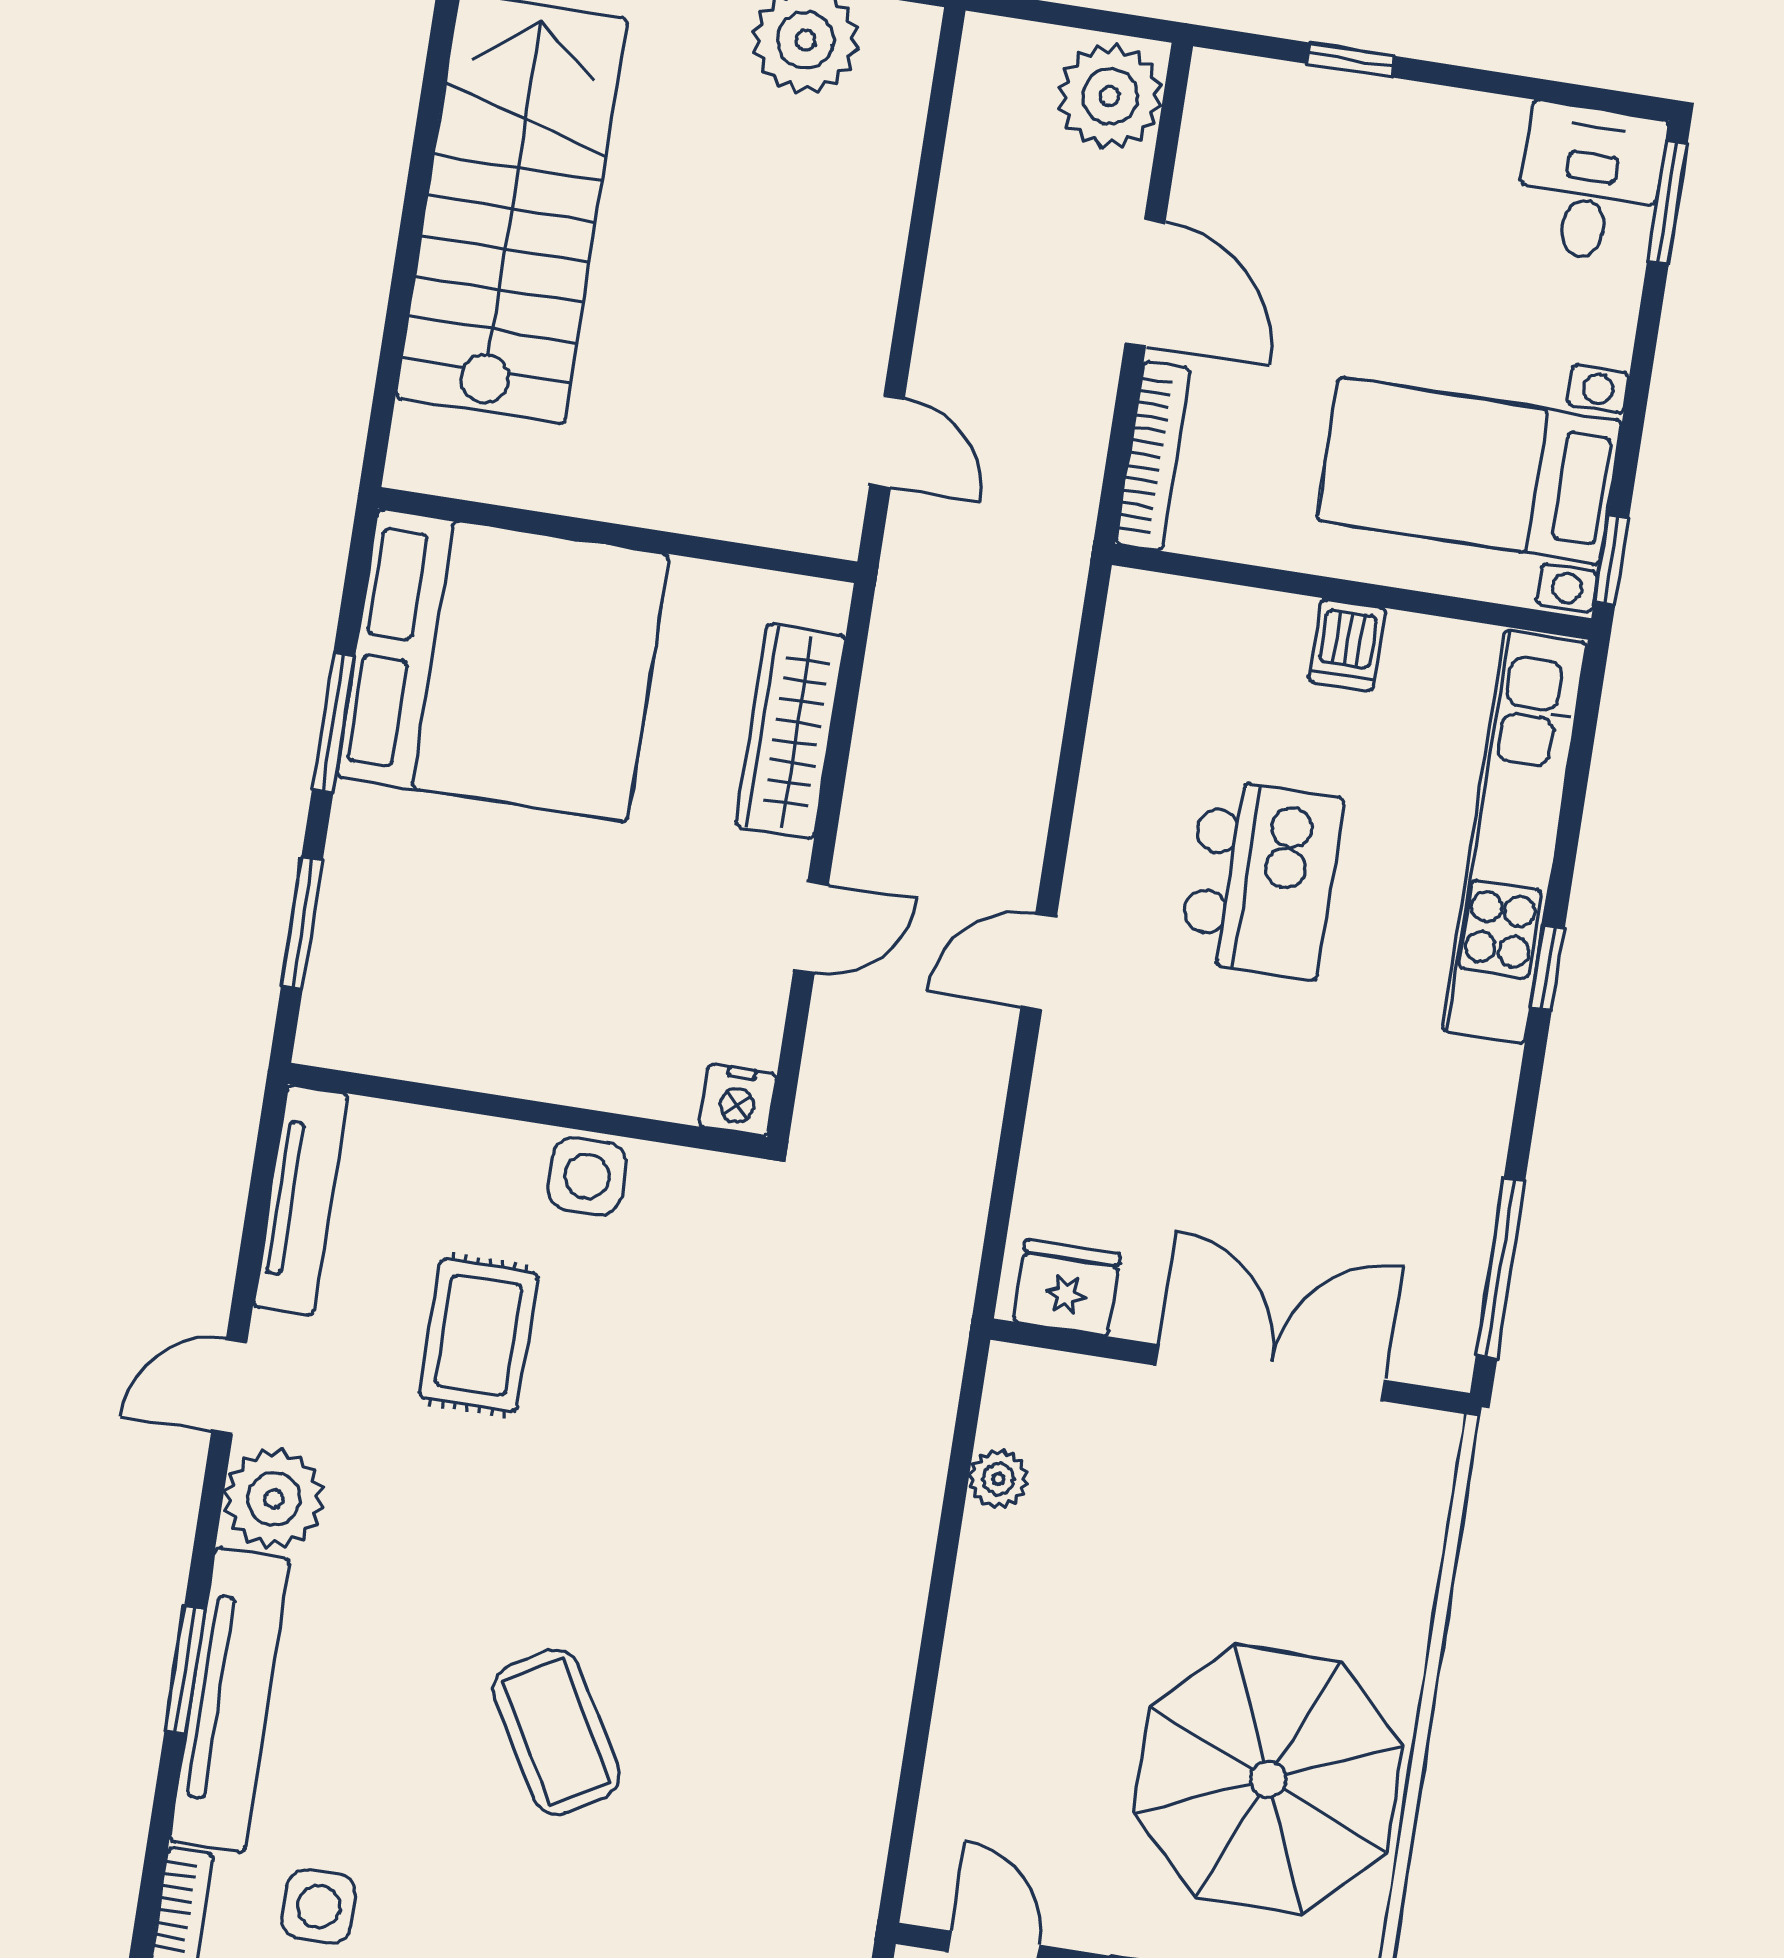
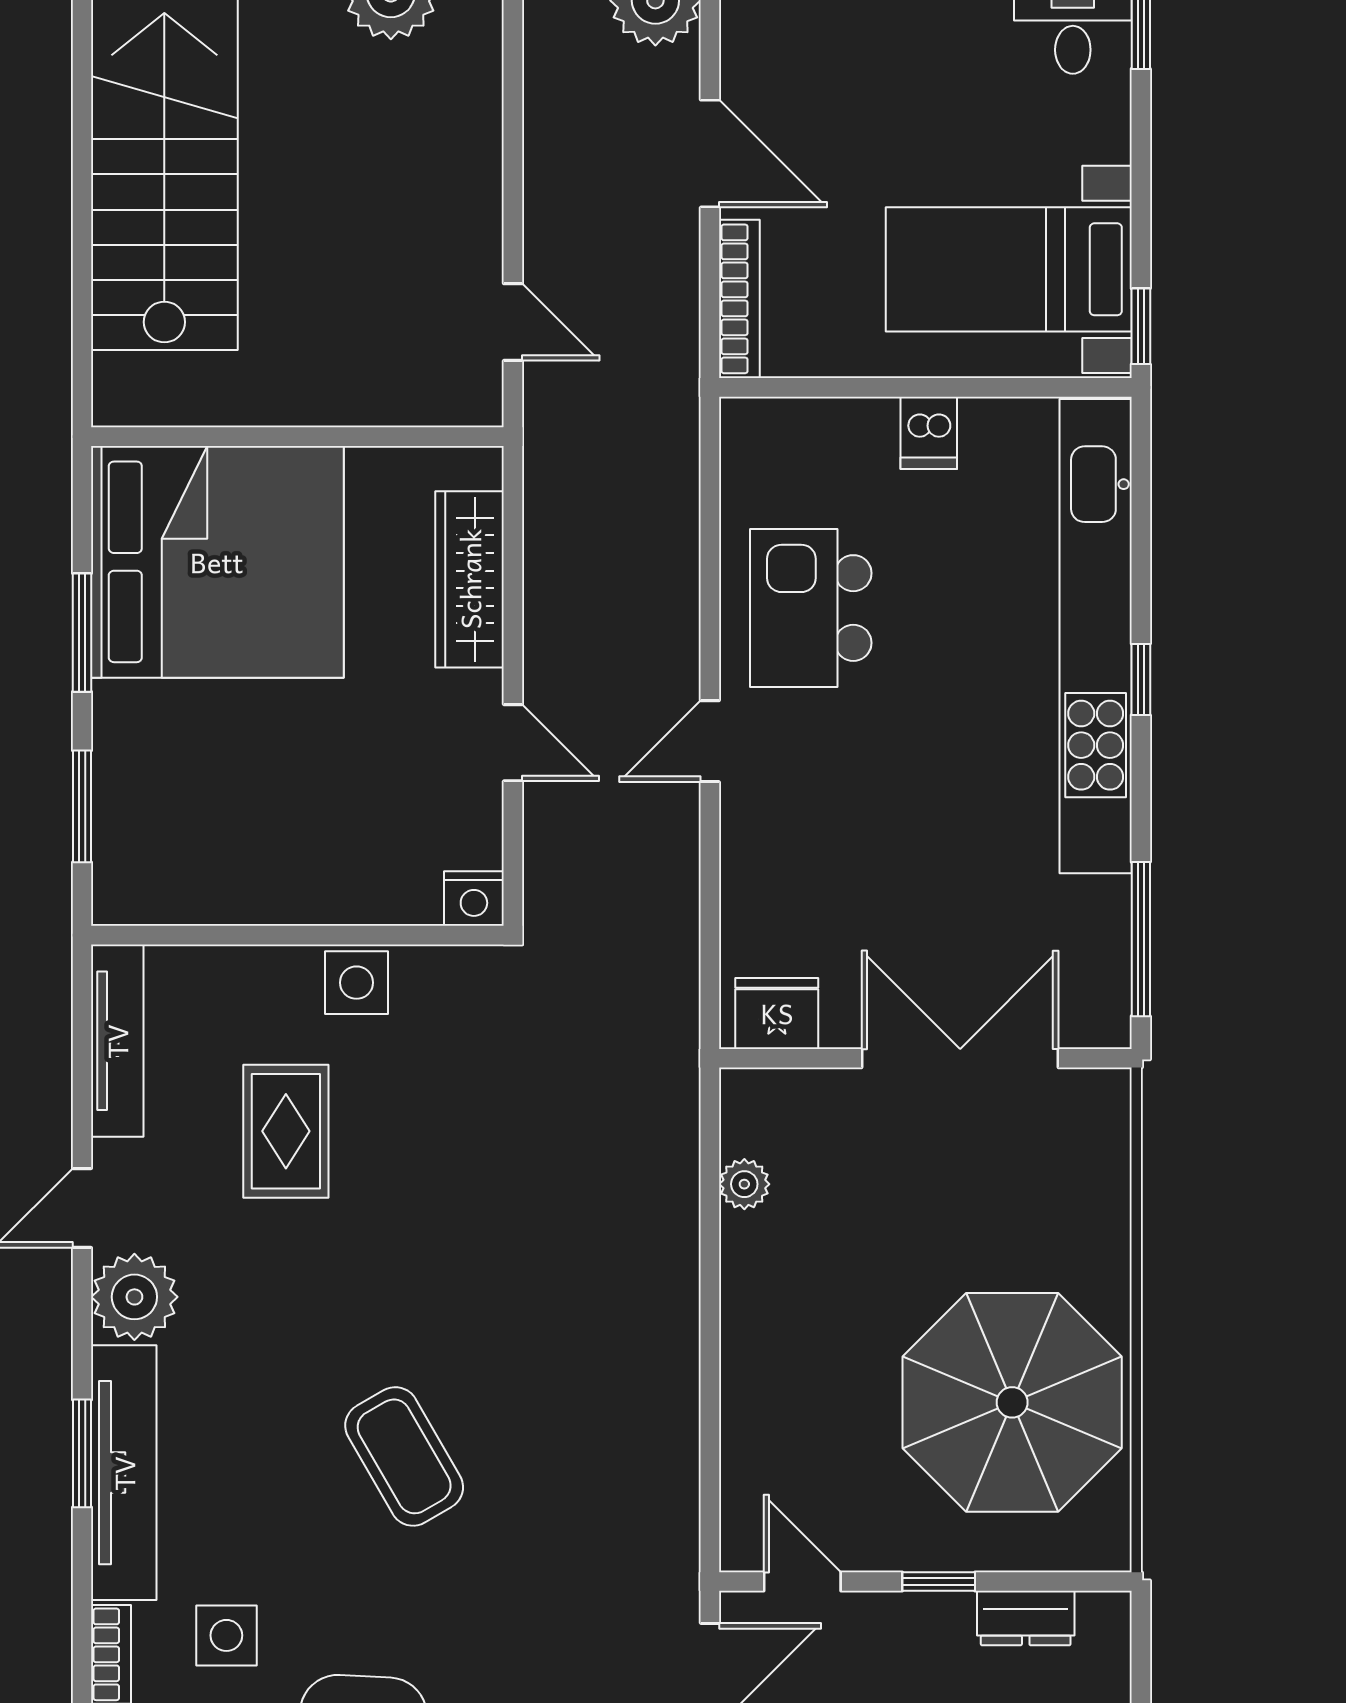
kitchen unit: (1515, 837) -> (1096, 636), width x1.36
kitchen island: (1261, 879) -> (811, 608), moved, turned 180
door: (811, 928) -> (513, 743), hinge flipped

